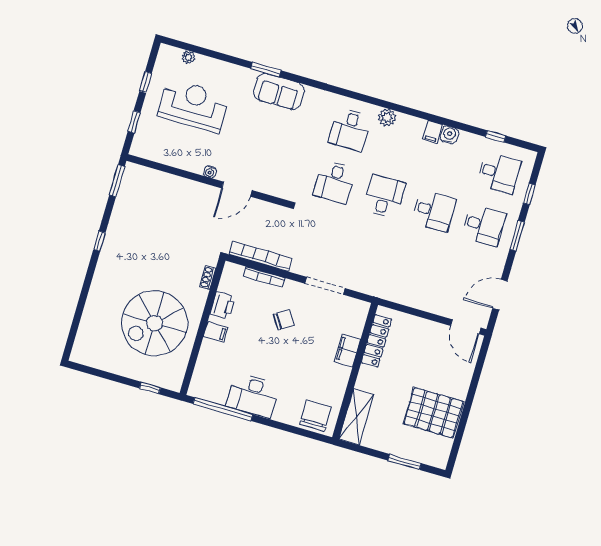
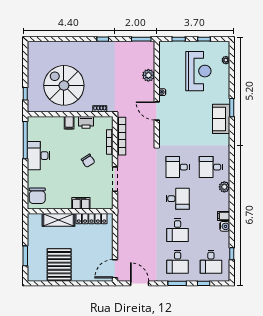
plant: (177, 186) -> (148, 75), added
chair: (316, 416) -> (37, 196), turned 90
shelving: (356, 417) -> (59, 220), moved

